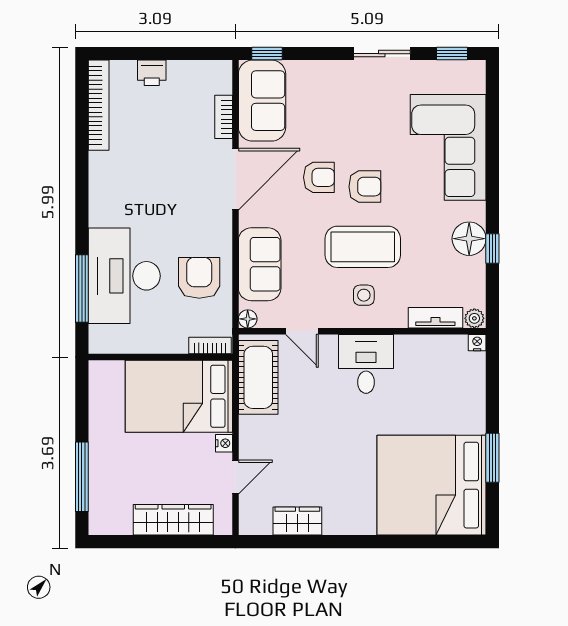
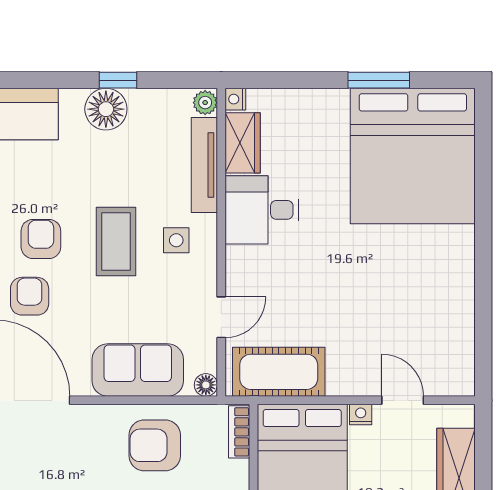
coffee table: (363, 247) -> (116, 242), width x0.73, depth x0.76
tv unit: (435, 318) -> (204, 165), width x1.41
desk: (366, 364) -> (262, 210), moved
wardrobe: (297, 521) -> (243, 143), moved, turned 180

